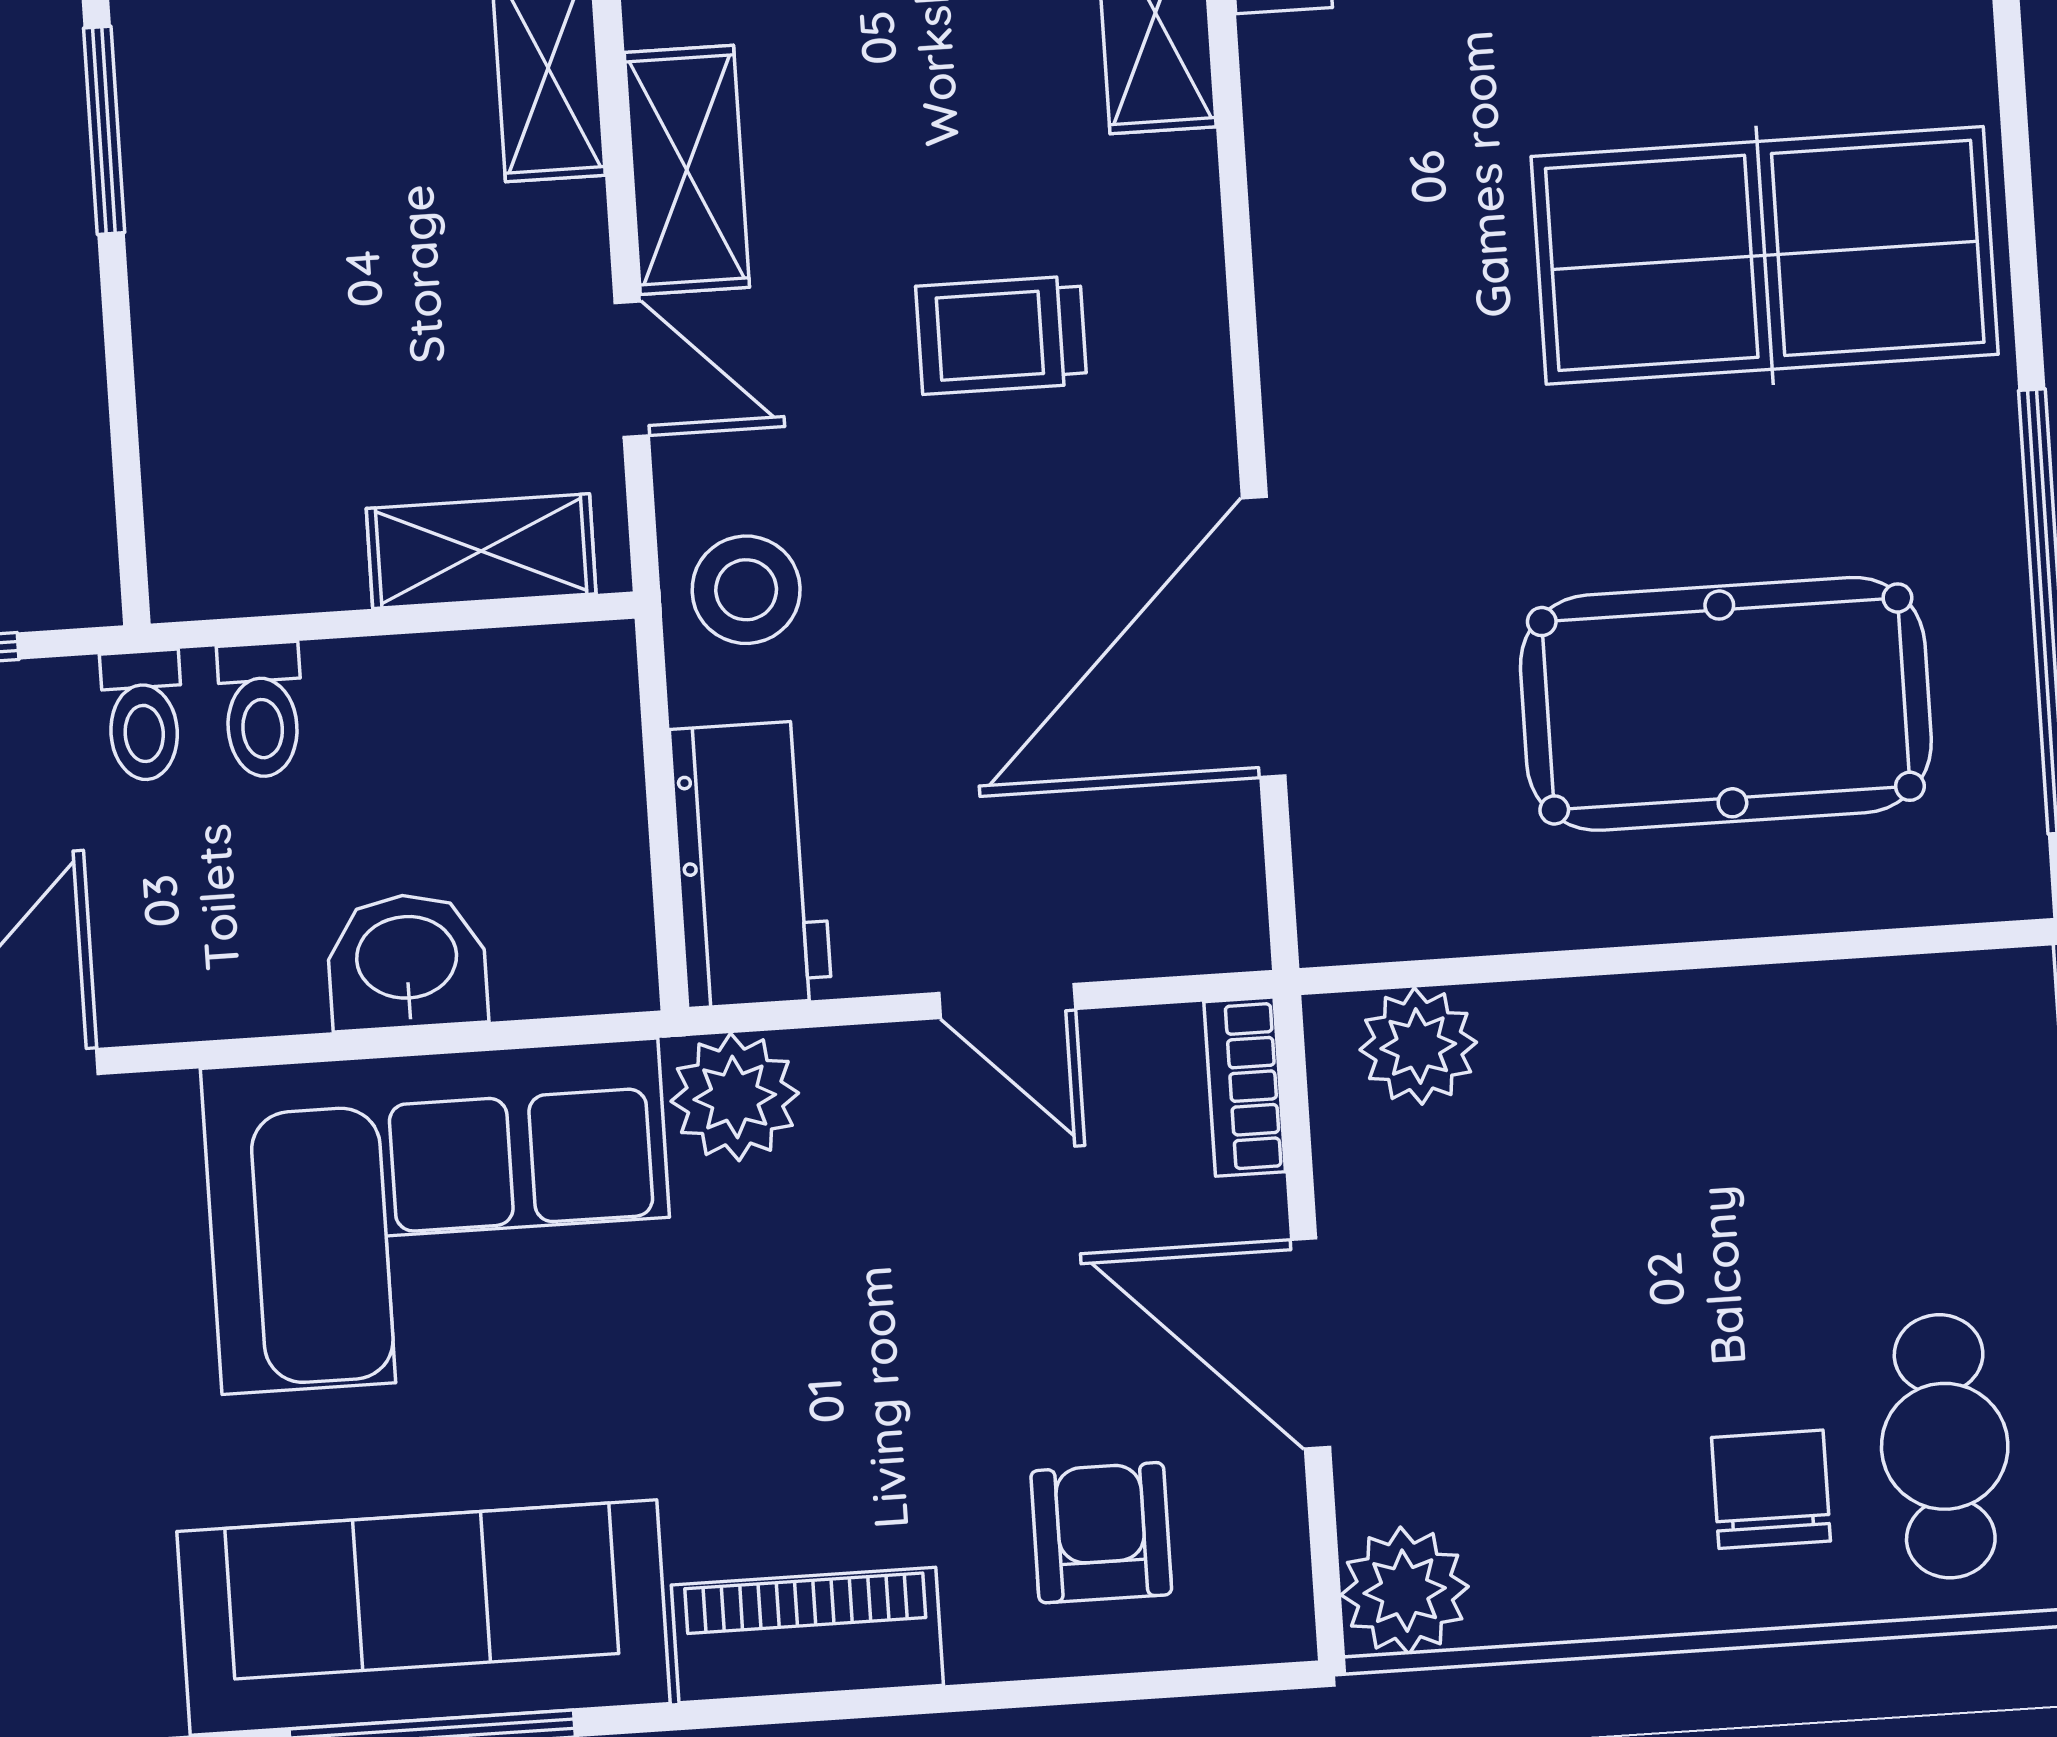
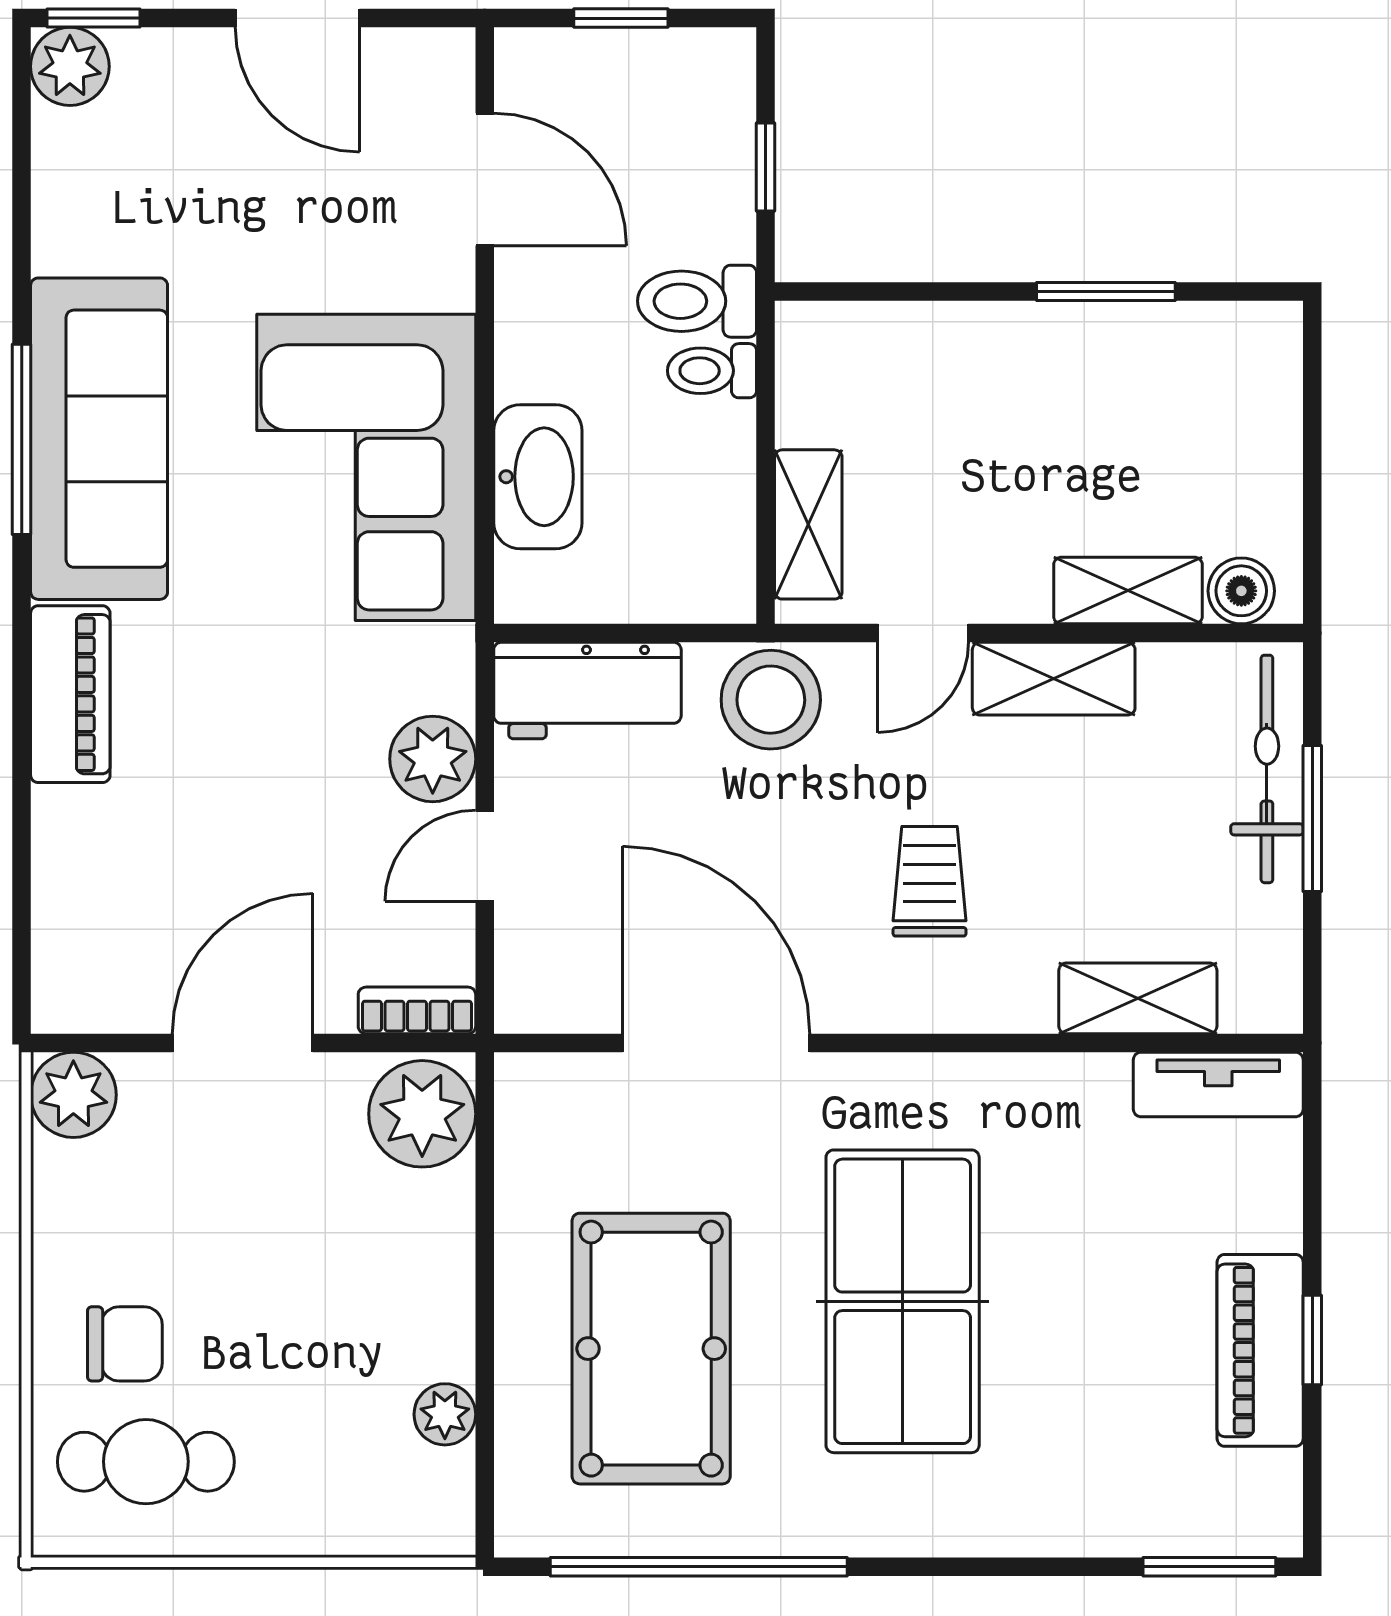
table tennis table: (1765, 255) -> (903, 1301), moved
stool: (746, 590) -> (771, 700), width x1.38, depth x1.38
toilet: (143, 716) -> (697, 301), width x1.37, depth x1.39
washbasin: (407, 961) -> (538, 477), width x1.38
plant: (1844, 1005) -> (445, 1414), added
plant: (1418, 1046) -> (422, 1114), width x1.36, depth x1.36
plant: (735, 1097) -> (433, 759), moved
armchair: (1101, 1533) -> (126, 895), removed

